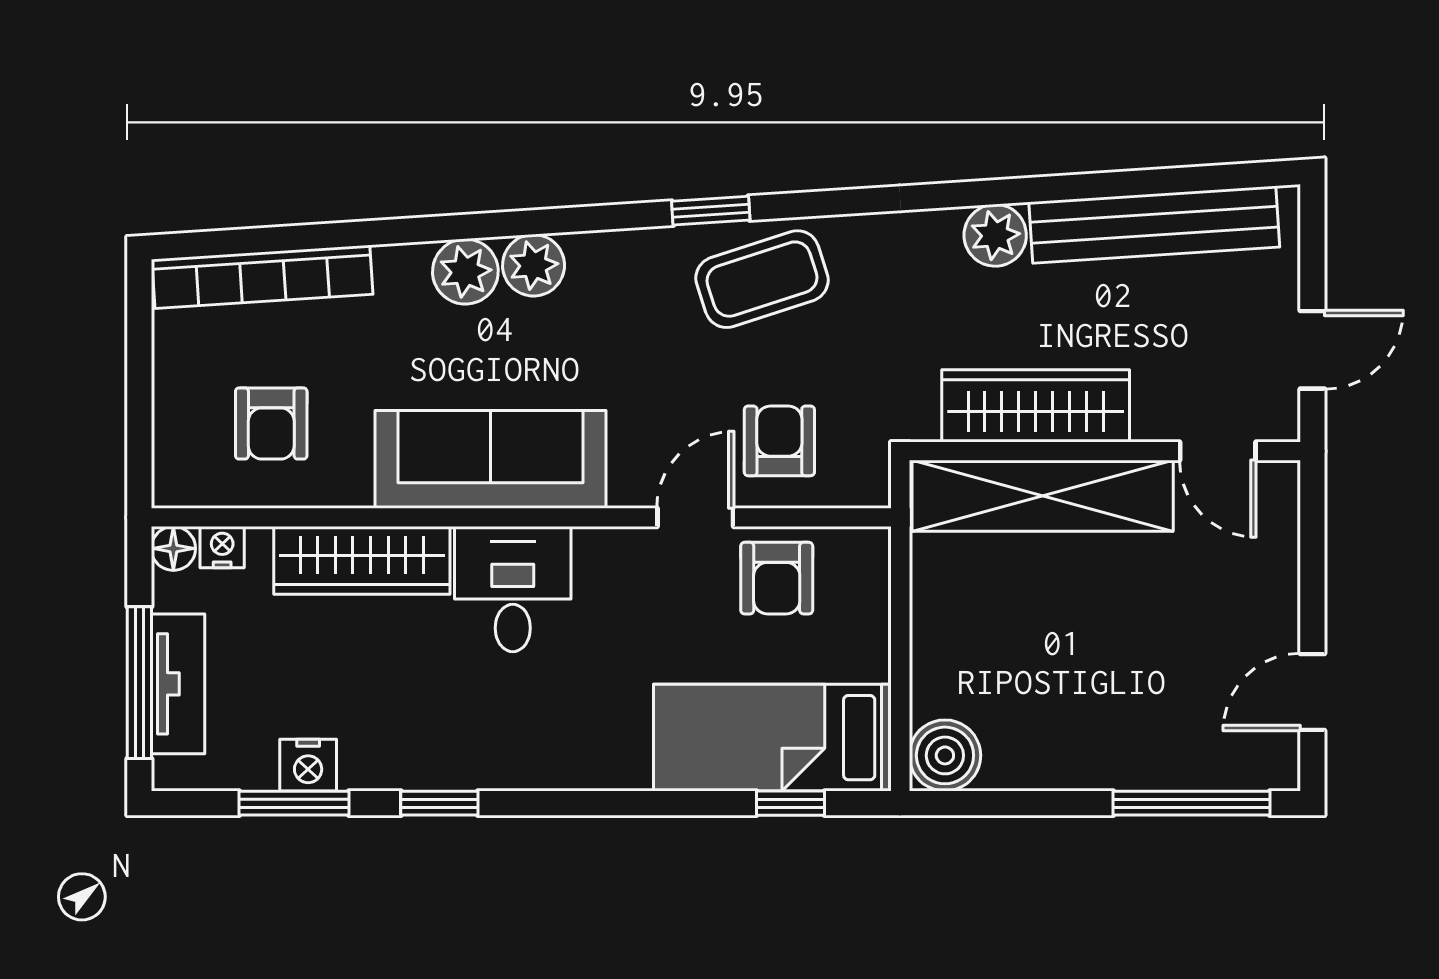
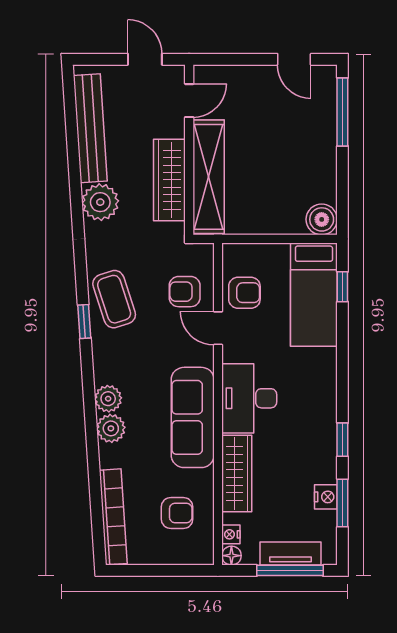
plant: (995, 235) -> (100, 202), width x1.36, depth x1.36
desk: (513, 589) -> (249, 398), width x1.37

